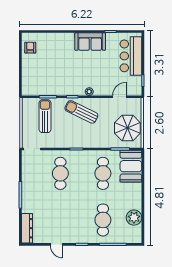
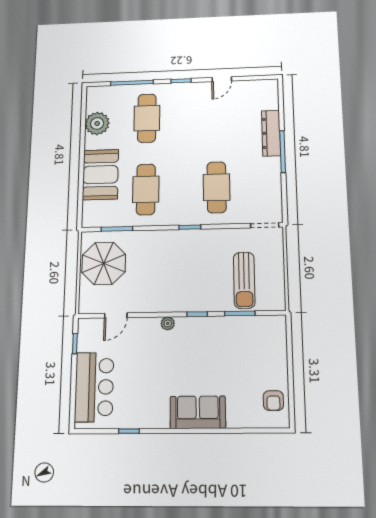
sofa: (90, 42) -> (198, 412), moved
sun lounger: (81, 112) -> (181, 289), removed
booth: (131, 166) -> (100, 175), moved
dresser: (27, 228) -> (271, 133), moved
door: (56, 244) -> (222, 79), swing flipped

